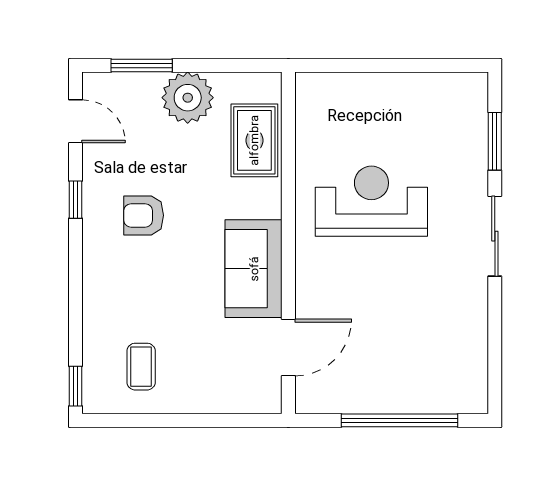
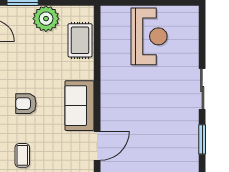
window: (495, 141) -> (202, 139), moved
reception desk: (371, 201) -> (149, 36), moved, turned 90
armchair: (144, 215) -> (26, 104), moved

